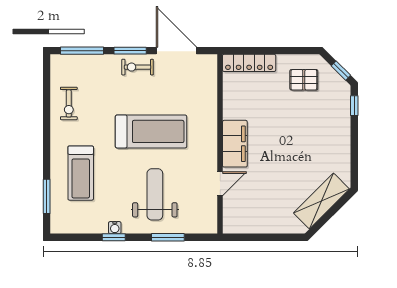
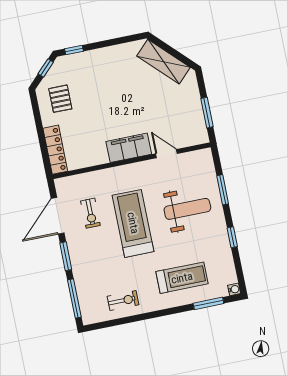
exercise bike: (138, 67) -> (90, 213), moved
weight bench: (155, 194) -> (187, 209), turned 180
water cooler: (115, 228) -> (234, 289), moved
window: (256, 237) -> (207, 113), added

